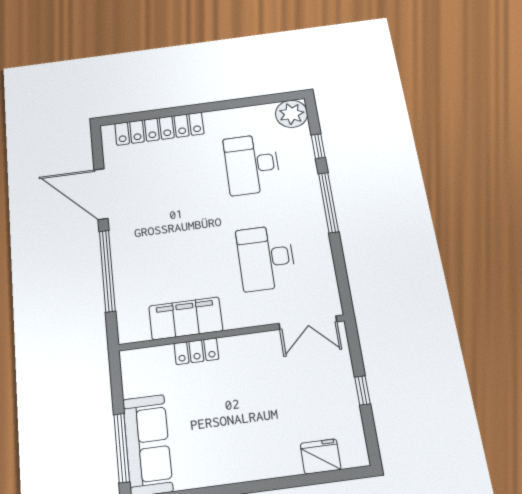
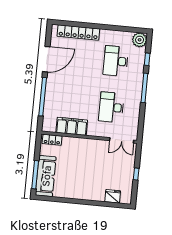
door: (101, 194) -> (46, 59), swing flipped
locker: (196, 351) -> (52, 140), moved

